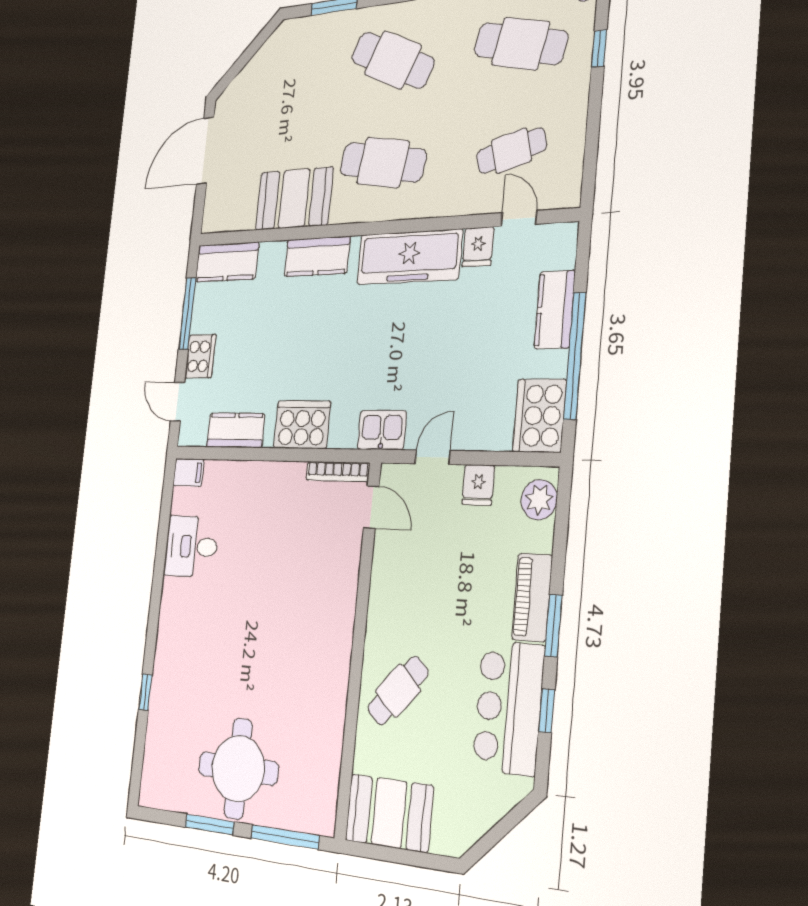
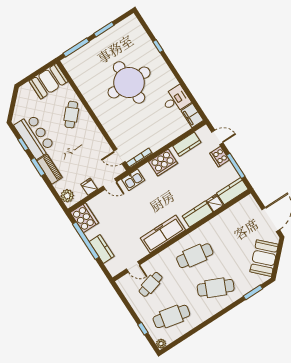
booth: (294, 199) -> (264, 258), moved, turned -45
fridge: (478, 247) -> (215, 203), moved
door: (433, 457) -> (110, 184), hinge flipped
filing cabinet: (188, 472) -> (192, 116), width x2.00
round table: (238, 769) -> (129, 82), moved, width x1.36, depth x1.36

